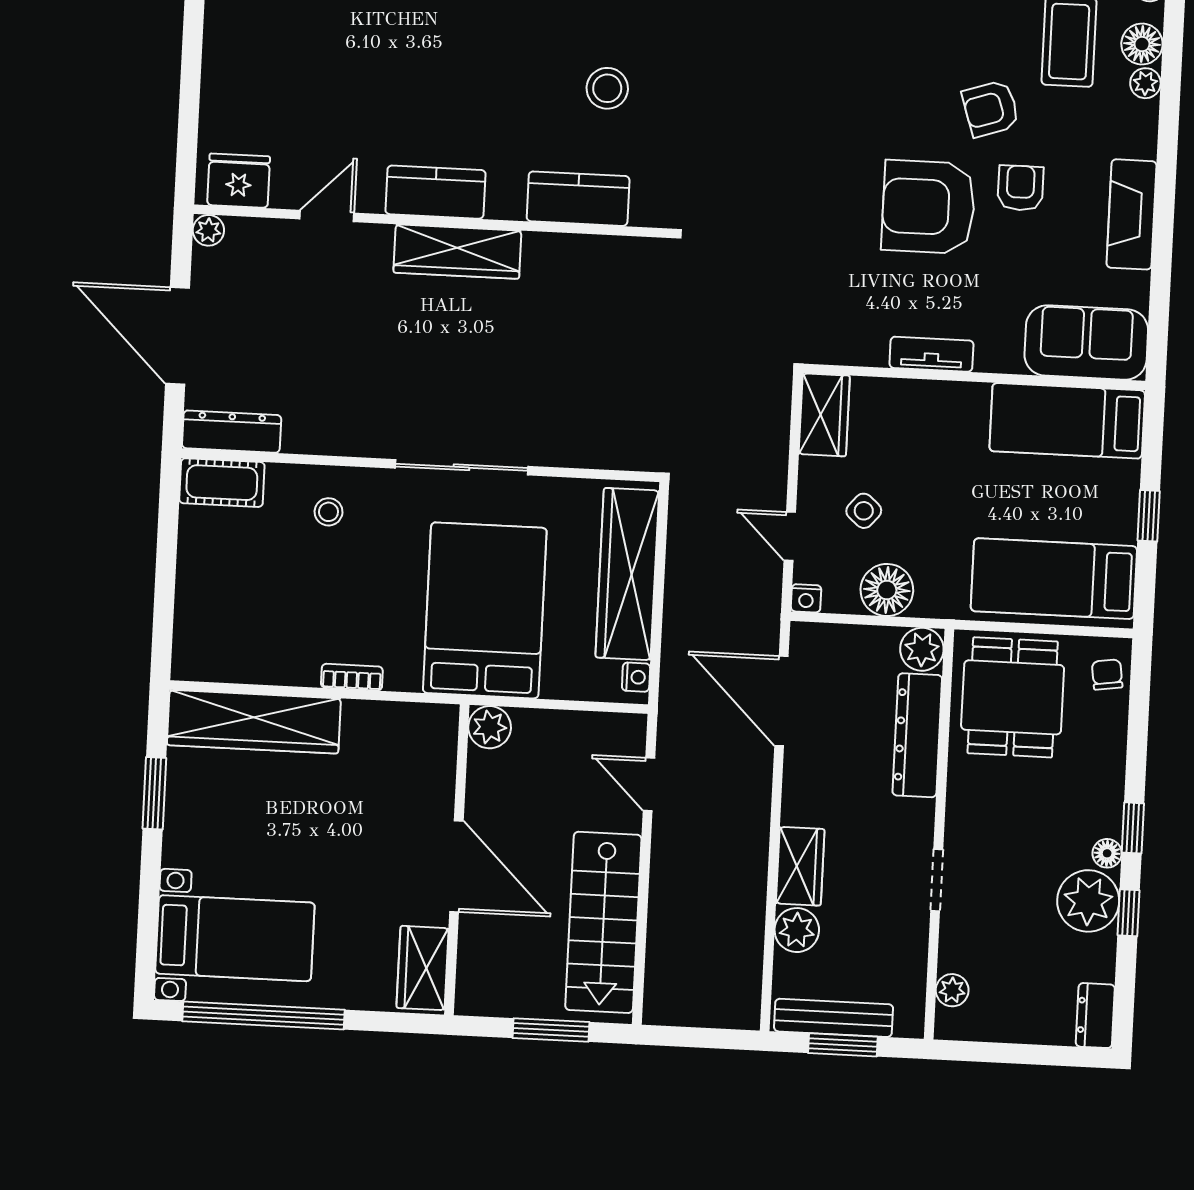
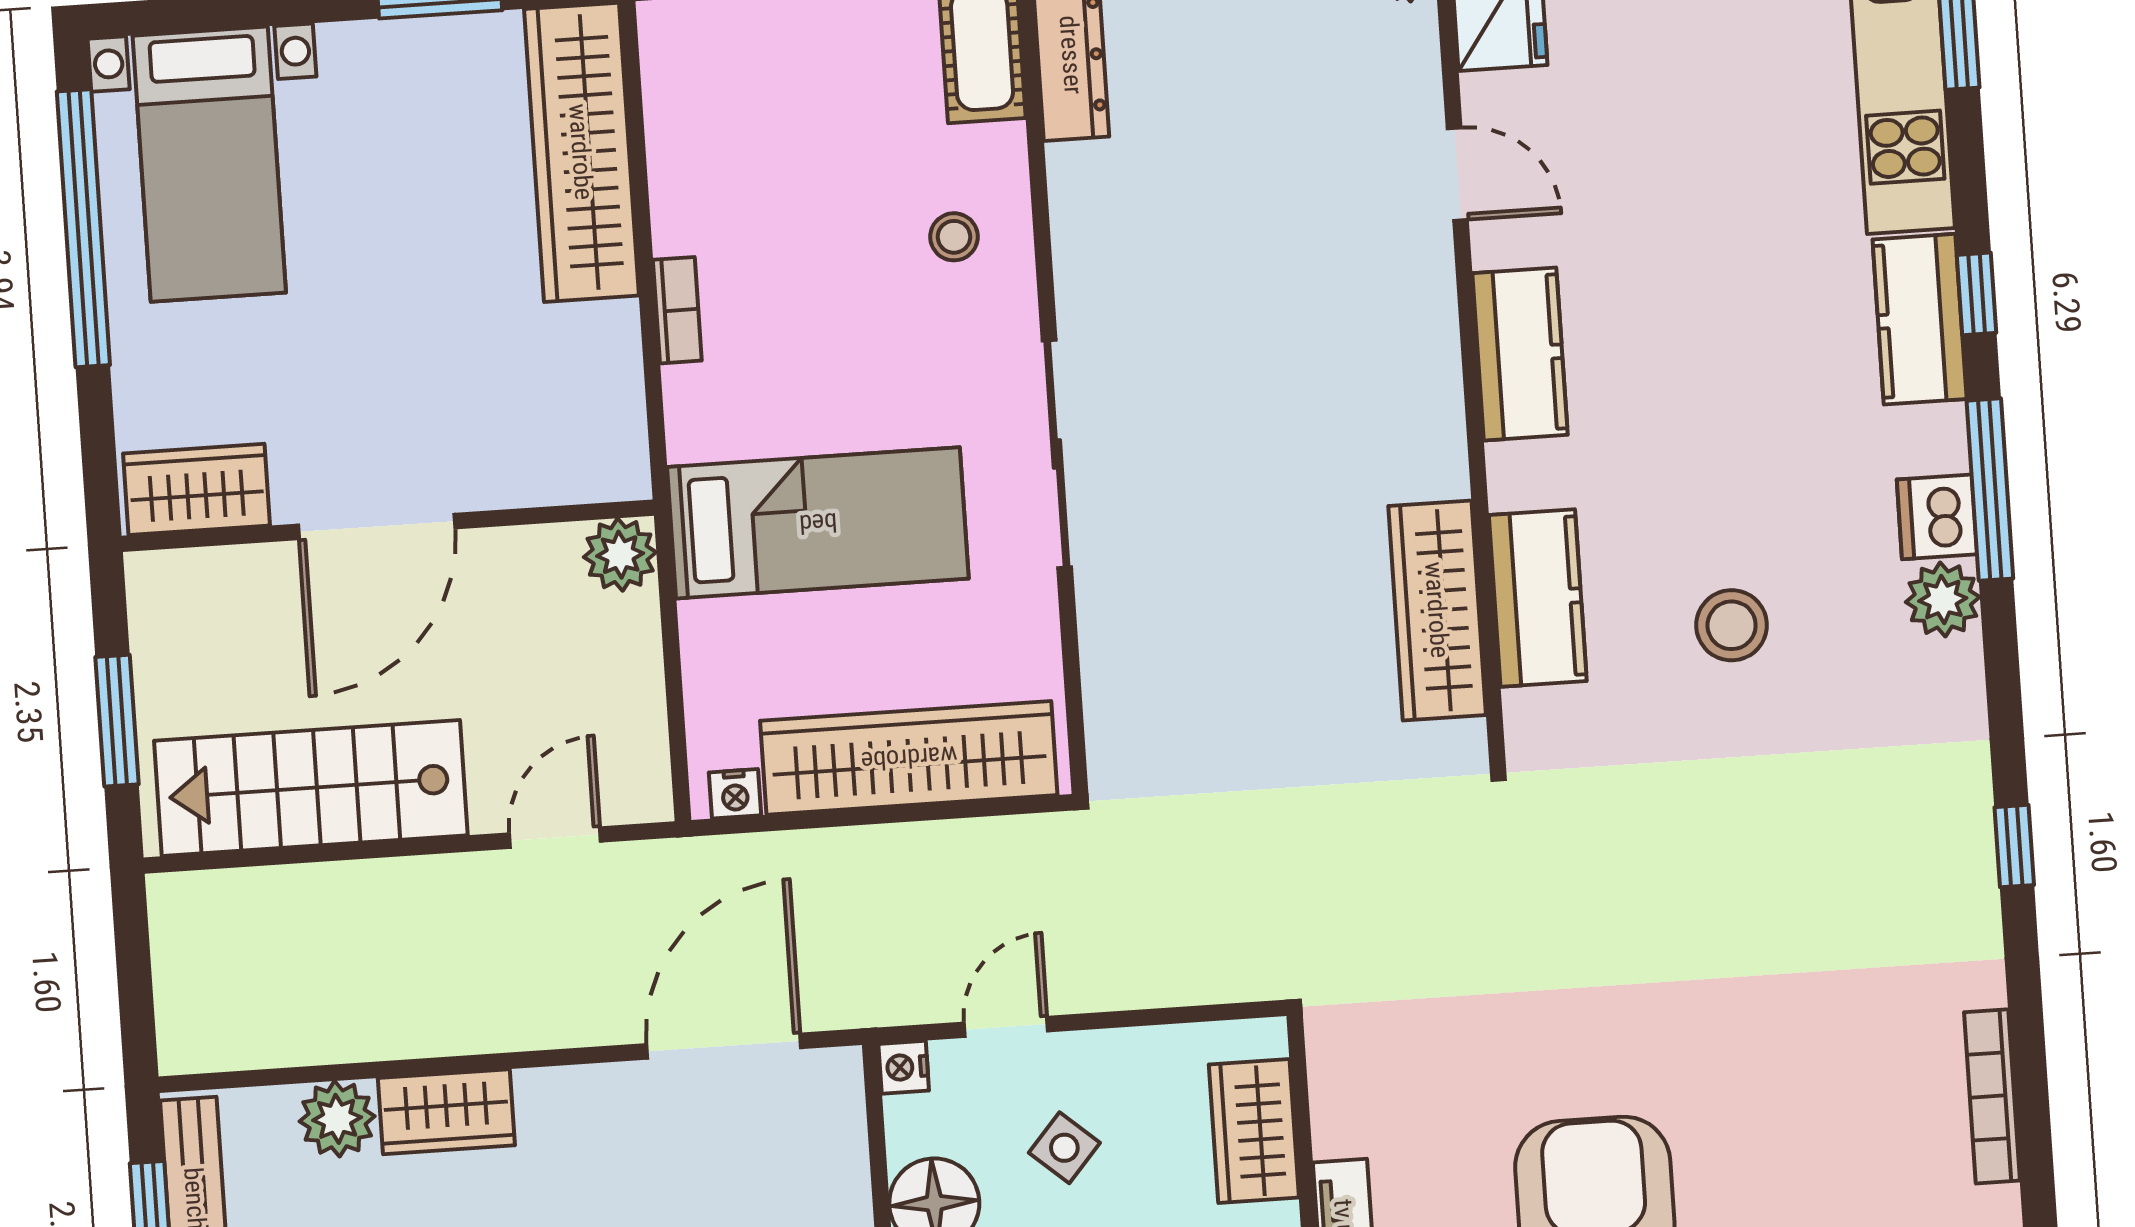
wardrobe: (457, 252) -> (1437, 610), moved
wardrobe: (824, 415) -> (1254, 1131), moved, turned 90
bed: (485, 610) -> (818, 523), width x0.67

